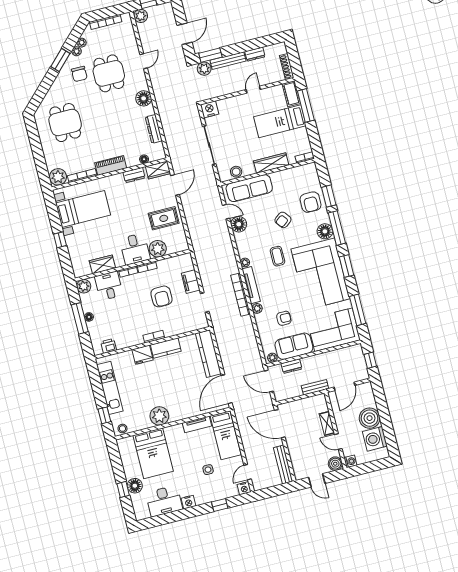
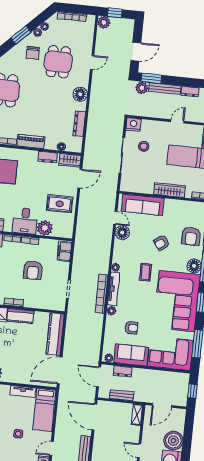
stool: (236, 172) -> (144, 146), moved
filing cabinet: (191, 282) -> (64, 251), moved
bench: (315, 387) -> (122, 395), moved
shelving: (327, 423) -> (137, 415), moved

